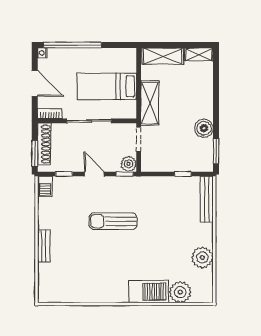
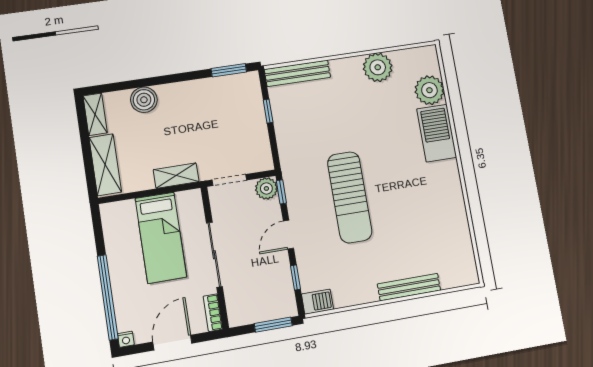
shelving: (150, 103) -> (176, 176), width x0.67, depth x0.75
boiler: (204, 128) -> (144, 100), moved
shoe rack: (44, 144) -> (258, 313), removed
sun lounger: (113, 221) -> (350, 197), width x1.36, depth x1.34
bench: (44, 246) -> (409, 287), width x1.36

